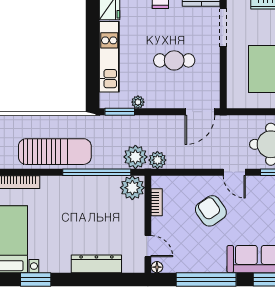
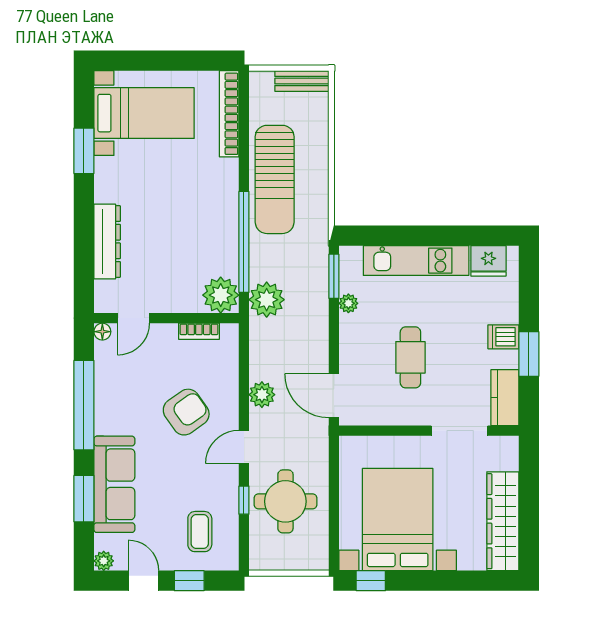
plant: (157, 160) -> (262, 395), moved

